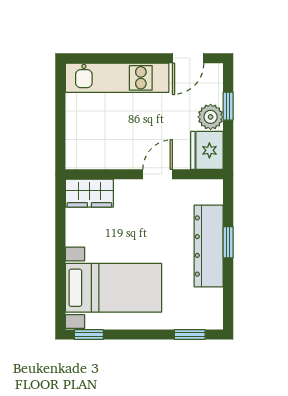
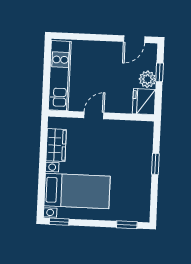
kitchen unit: (117, 78) -> (60, 76), moved, turned -90
door: (158, 174) -> (94, 115), moved
wardrobe: (89, 193) -> (56, 145), moved, turned -90
dresser: (209, 246) -> (142, 166), removed

